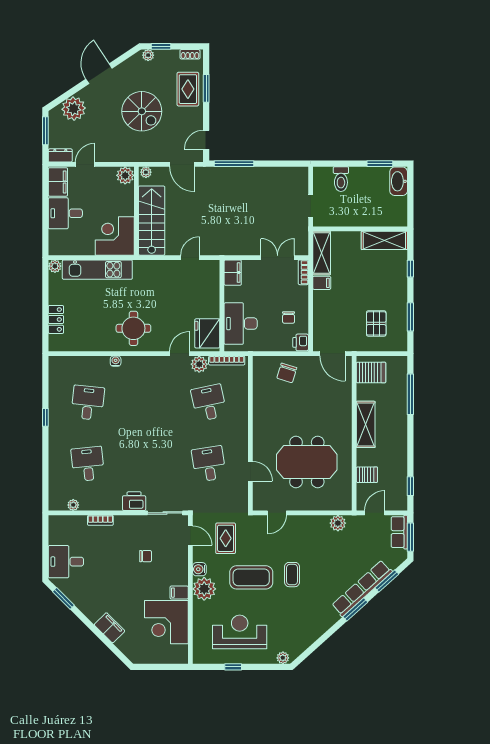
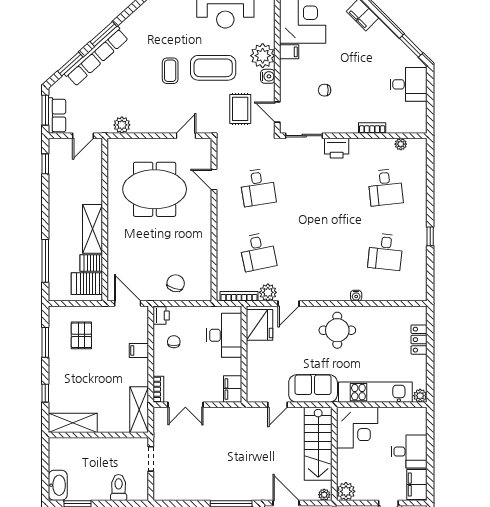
sofa: (156, 273) -> (313, 388), added
filing cabinet: (322, 283) -> (139, 350), moved
server rack: (367, 475) -> (91, 263), moved

